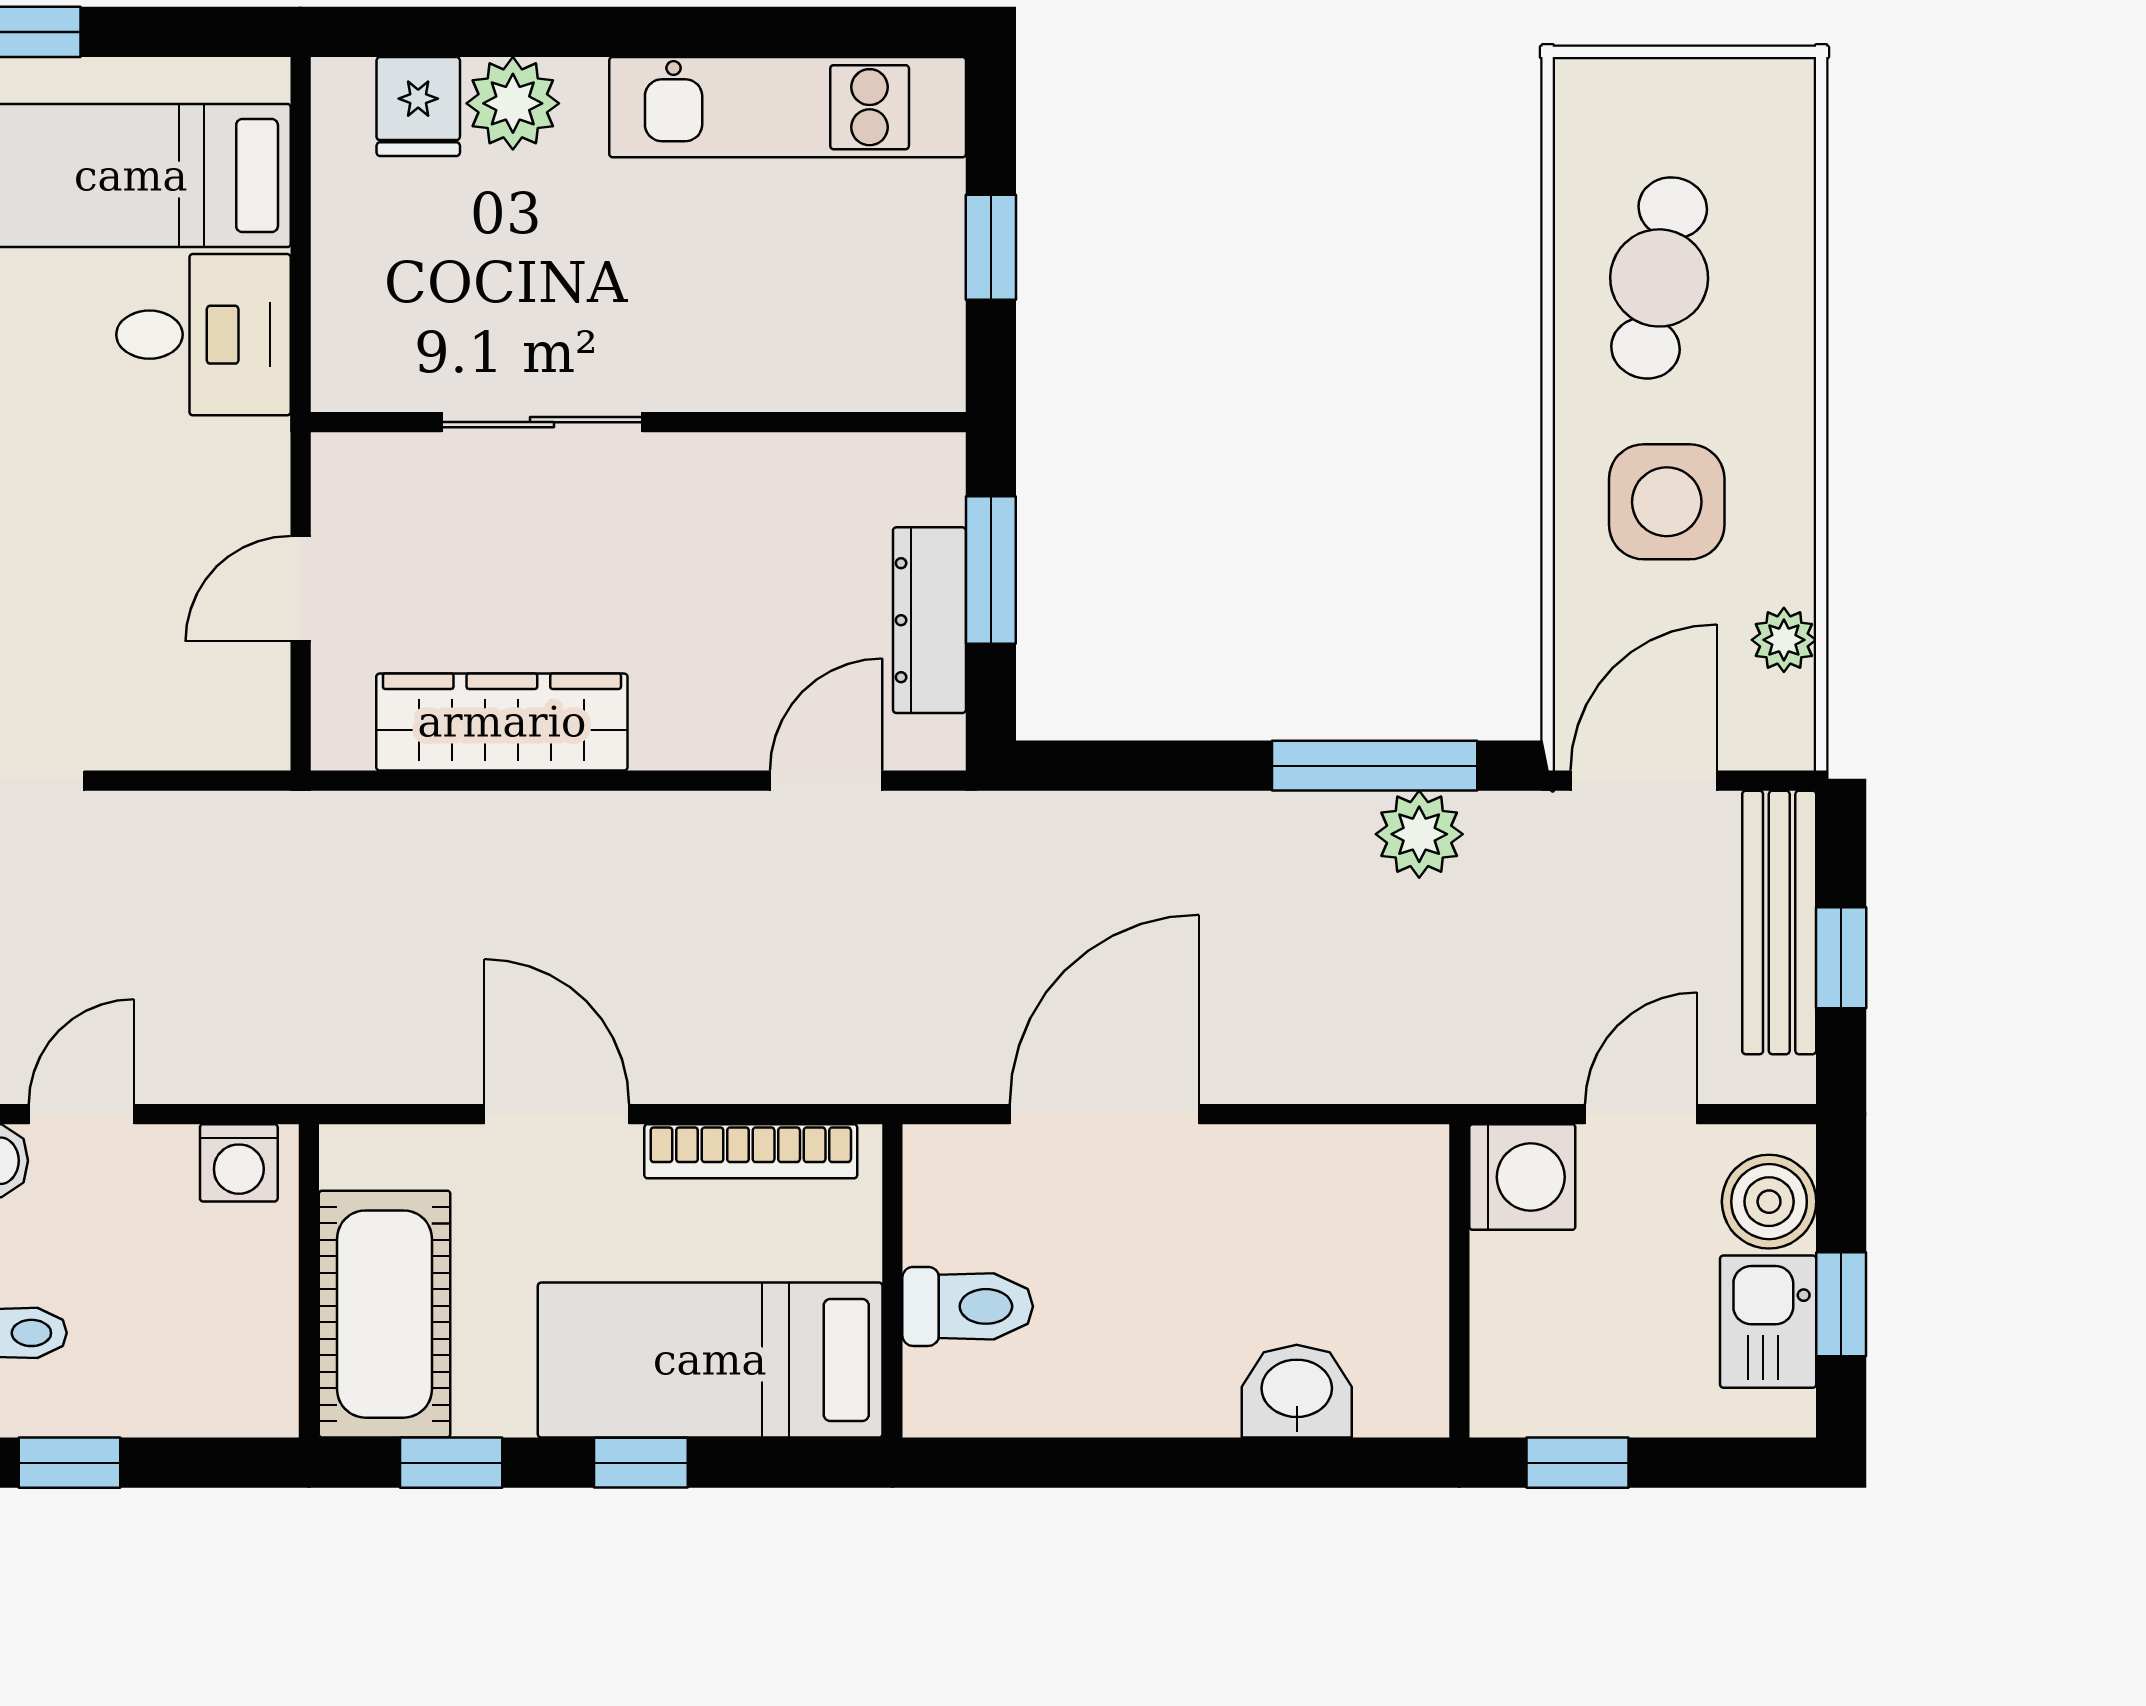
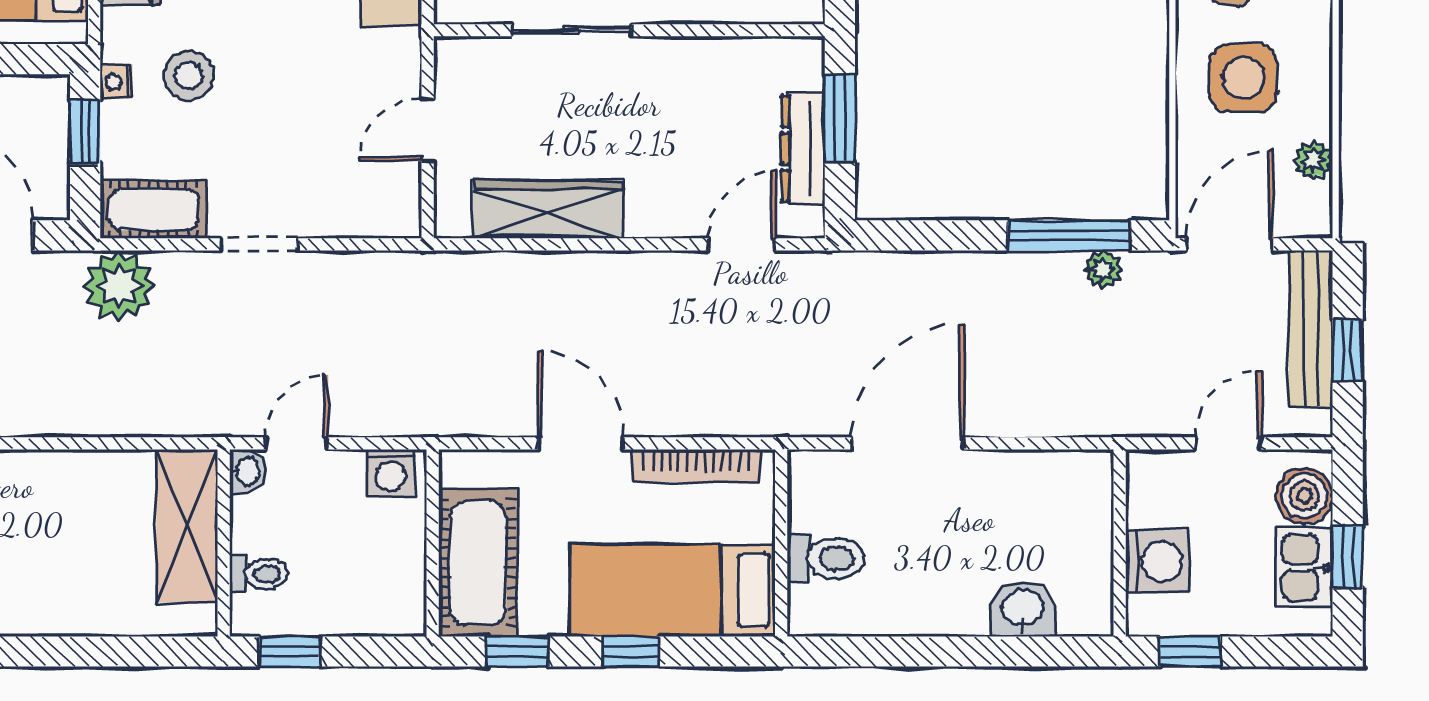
plant: (1419, 834) -> (1103, 269), width x0.73, depth x0.73
washing machine: (1522, 1177) -> (1157, 561), moved

